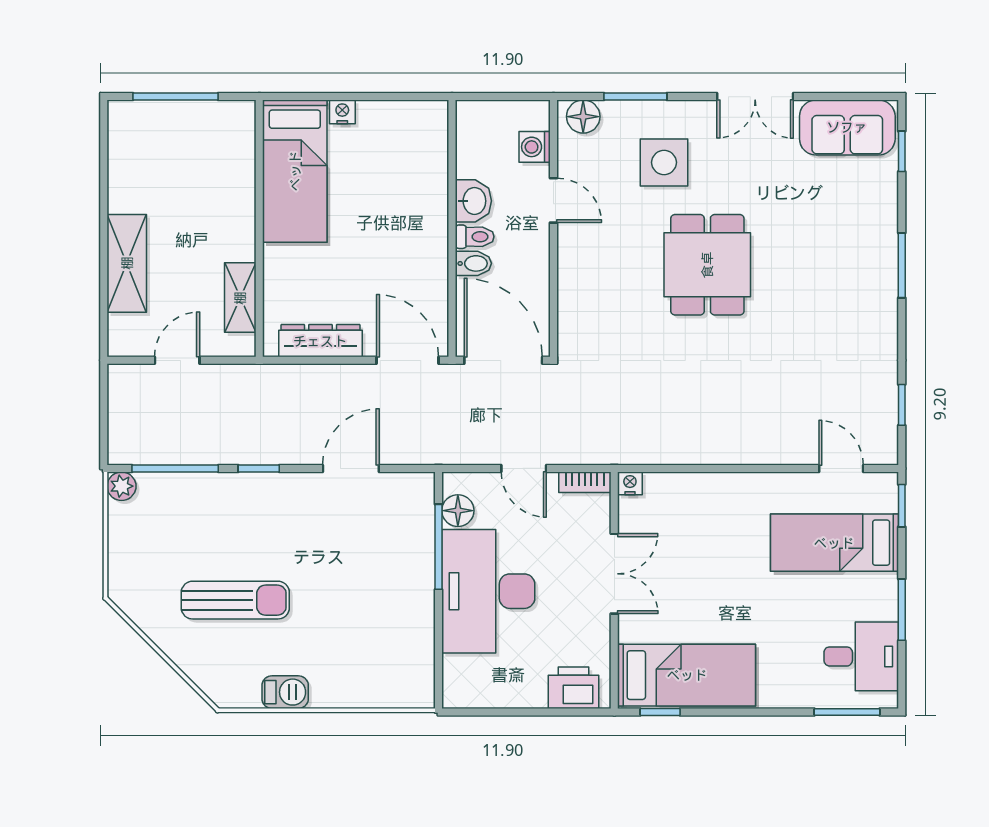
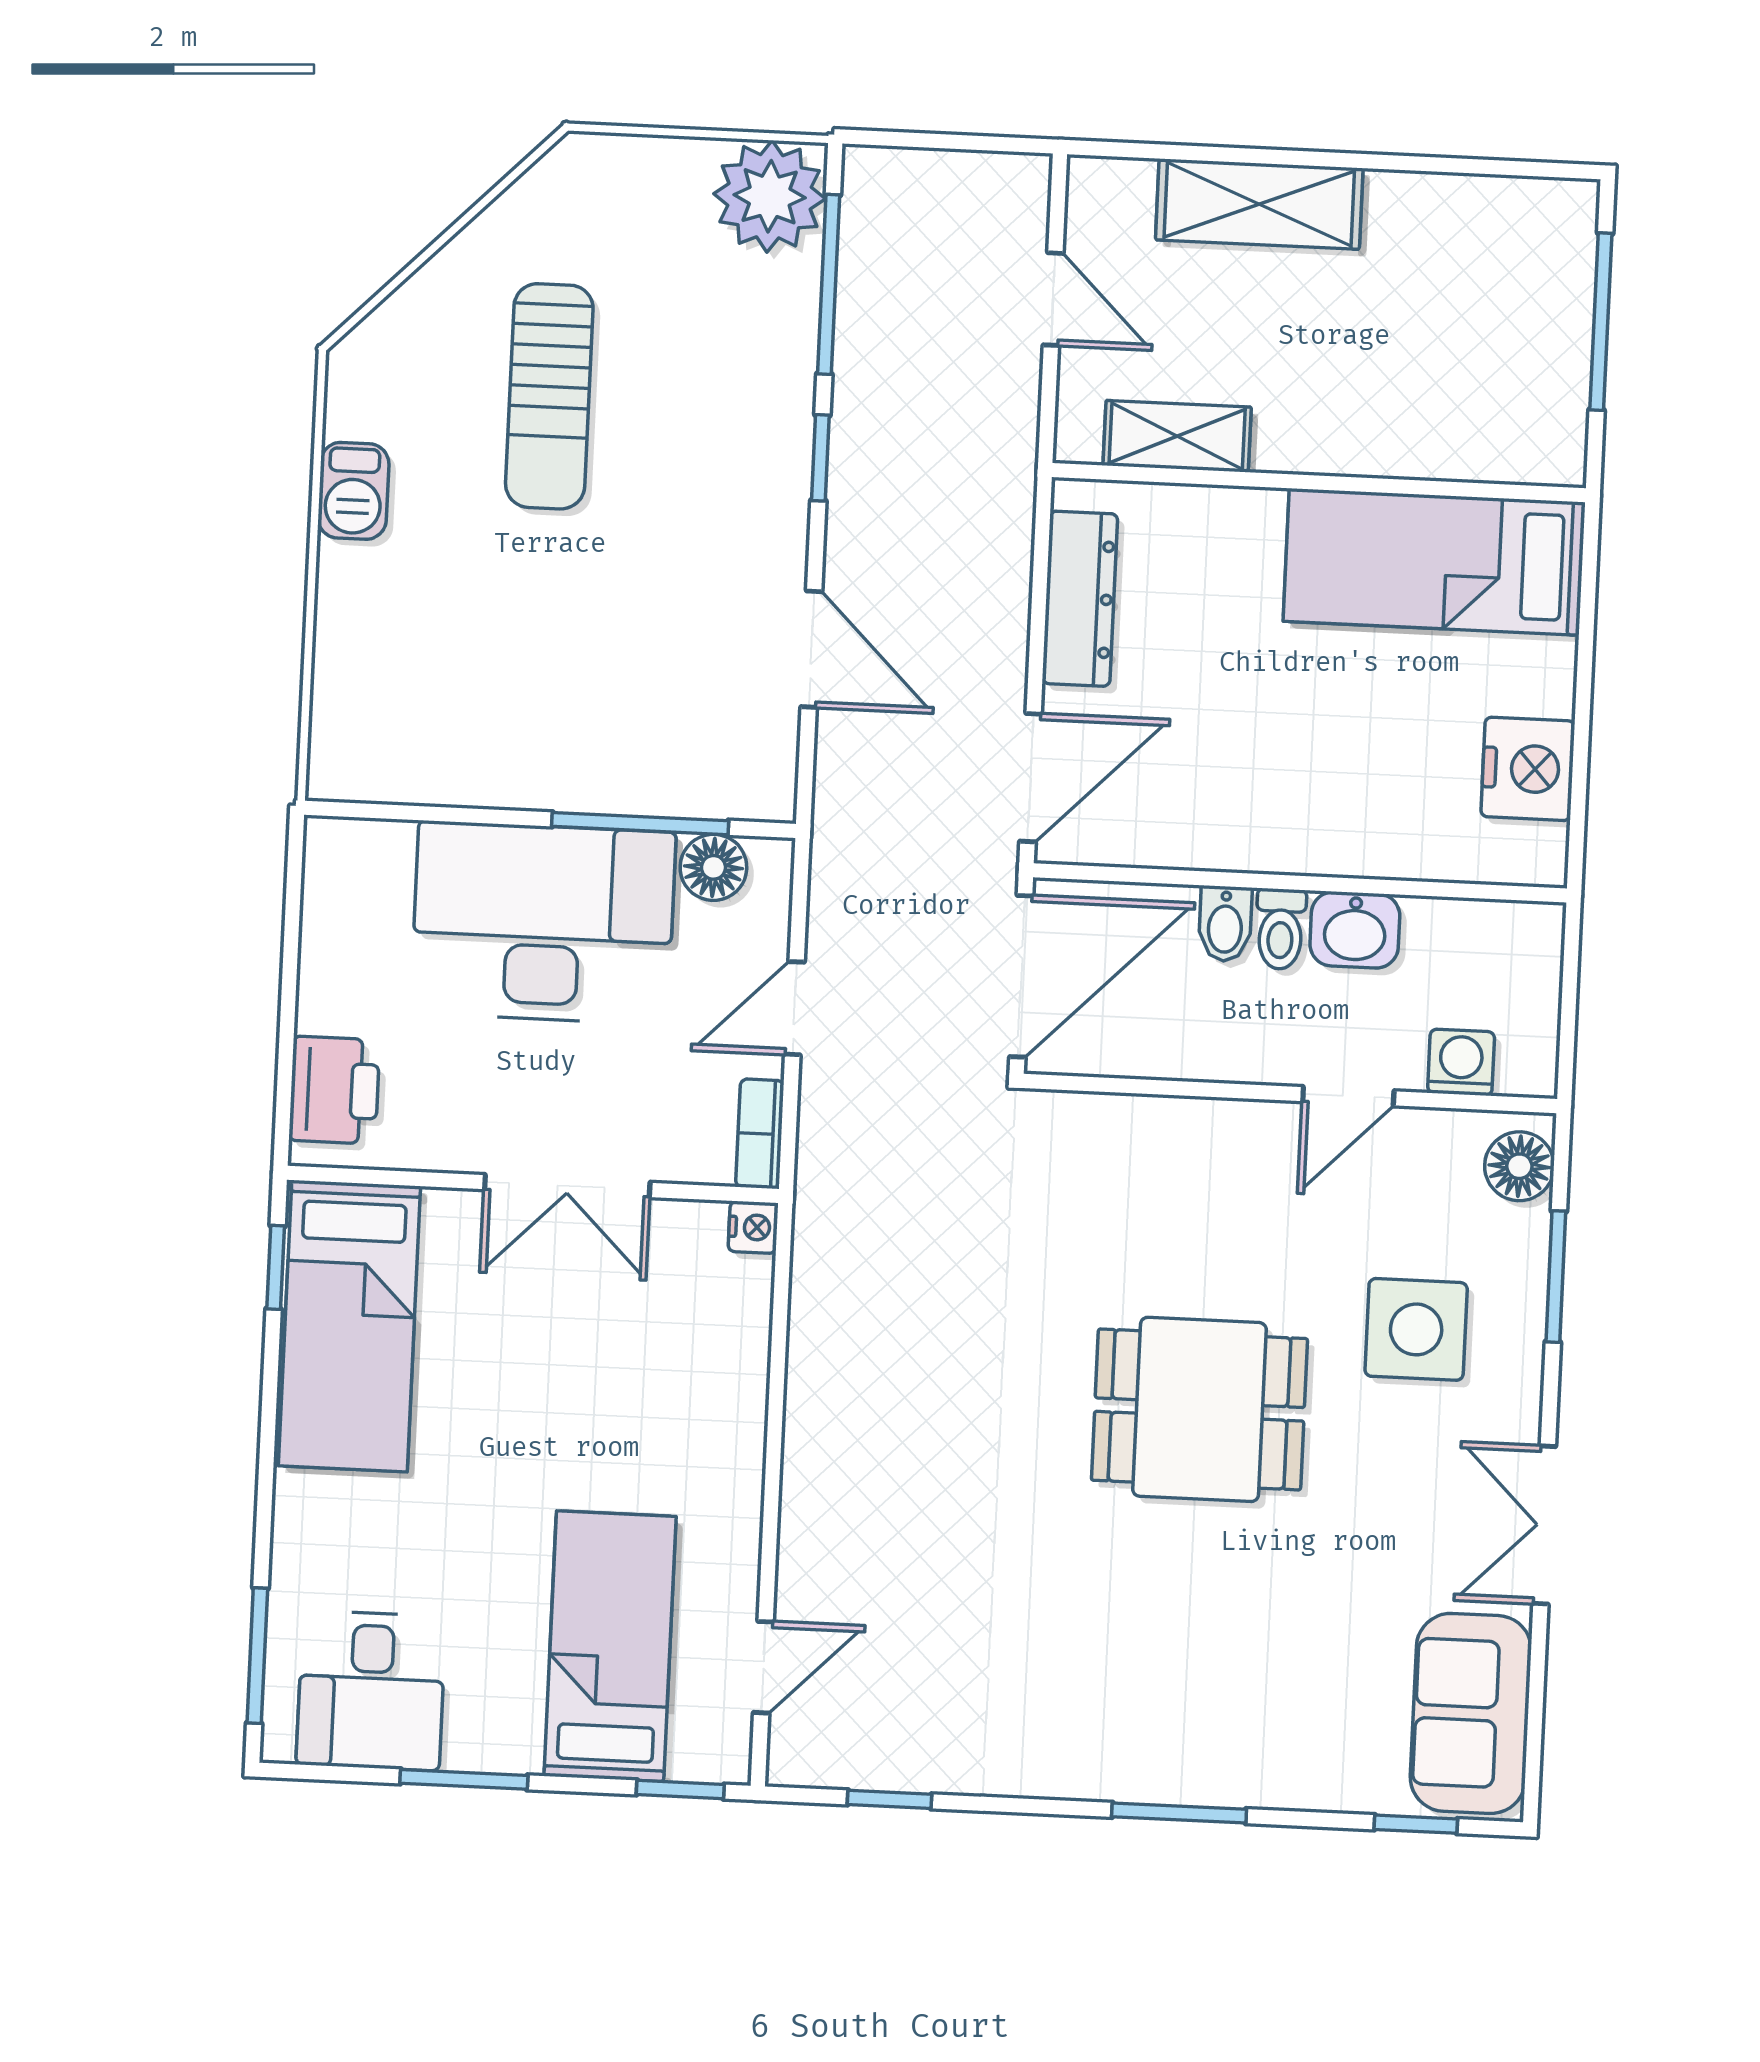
nightstand: (342, 112) -> (1528, 769), moved, width x1.89, depth x1.79
plant: (122, 486) -> (770, 196), width x1.88, depth x1.88

